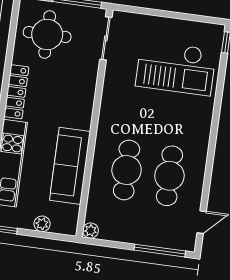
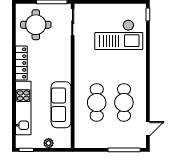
plant: (91, 231) -> (79, 143), removed

